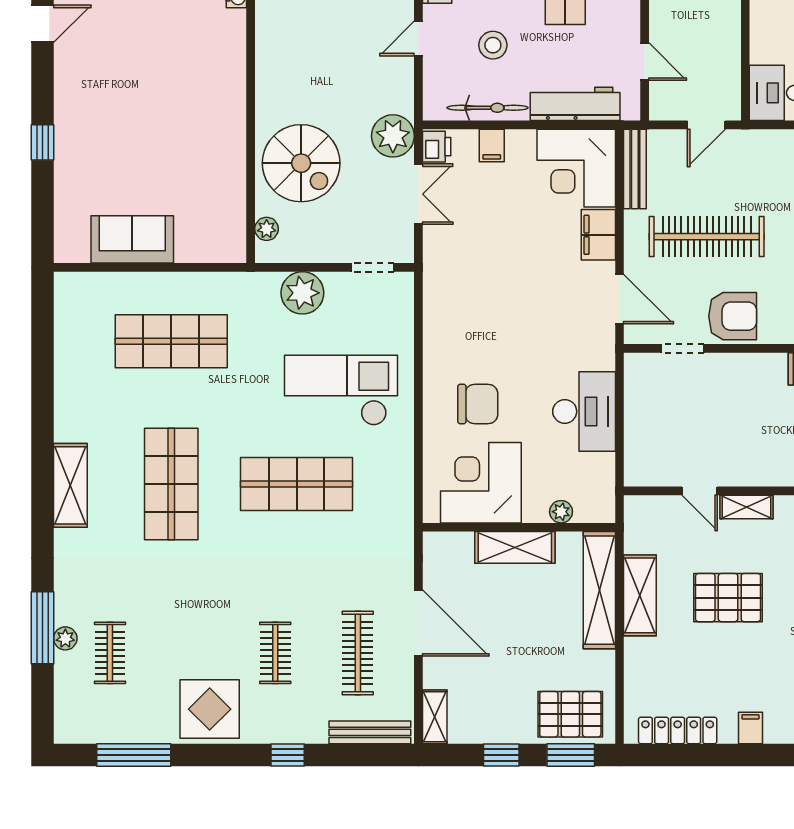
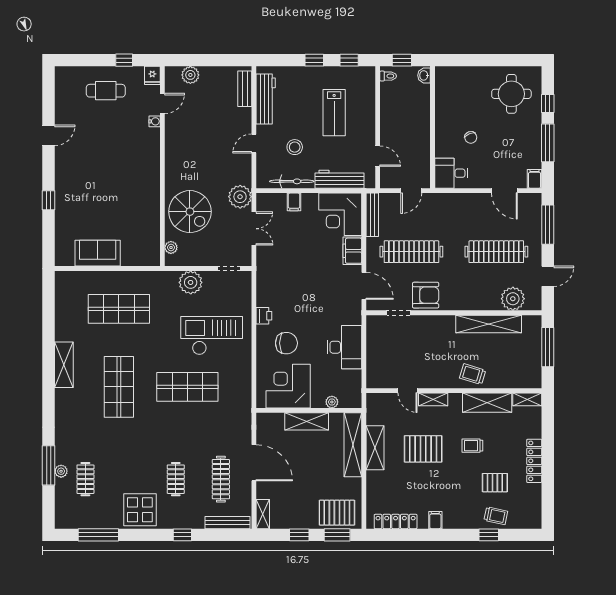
printer: (437, 147) -> (264, 316), moved
shelving: (70, 485) -> (64, 365), moved

